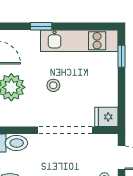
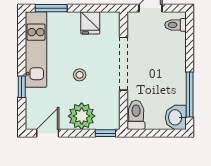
window: (122, 56) -> (51, 8), width x1.50
fridge: (106, 117) -> (90, 23), moved

